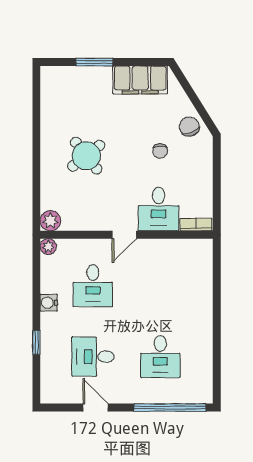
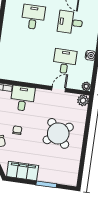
round table: (86, 156) -> (58, 133), width x1.36, depth x1.36
door: (124, 235) -> (59, 89), moved
desk: (93, 357) -> (70, 22), turned 180

